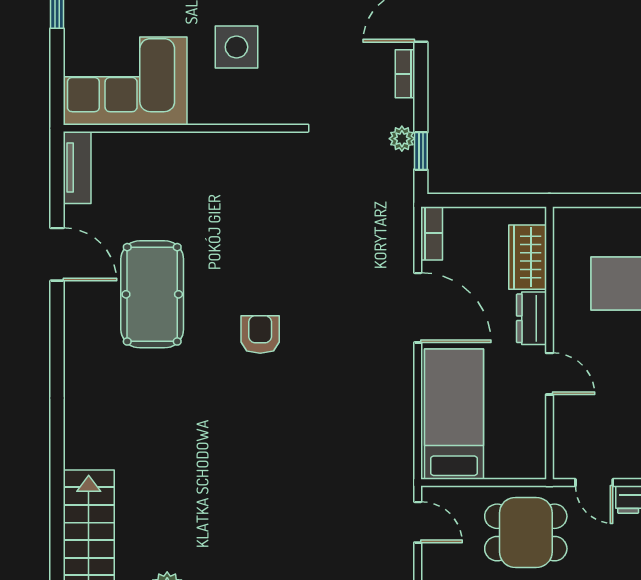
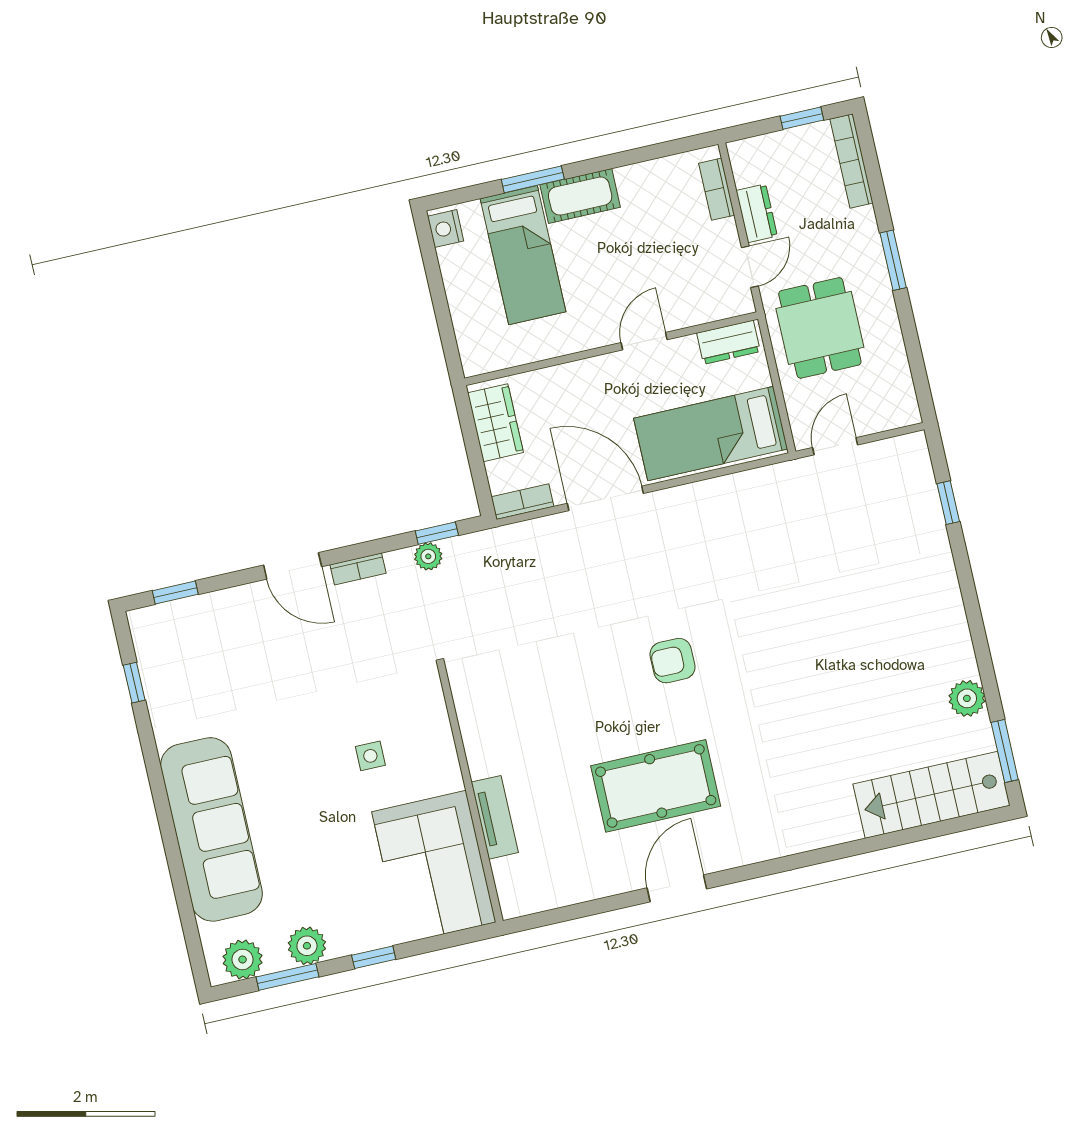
side table: (236, 47) -> (370, 756), width x0.54, depth x0.54
tv unit: (77, 167) -> (495, 817), moved, turned 90
door: (57, 254) -> (677, 888), moved
wardrobe: (528, 257) -> (495, 423), moved, turned -90
door: (418, 308) -> (605, 498), hinge flipped
dresser: (531, 318) -> (728, 342), moved

